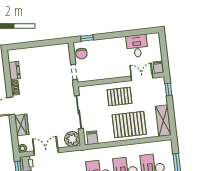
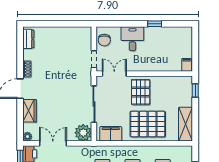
window: (87, 38) -> (155, 24), moved
desk: (137, 46) -> (132, 39), moved
dresser: (14, 71) -> (28, 39), moved
double door: (142, 77) -> (114, 74), moved
pallet: (120, 97) -> (141, 92), turned 90
filing cabinet: (92, 138) -> (111, 134), width x2.00

